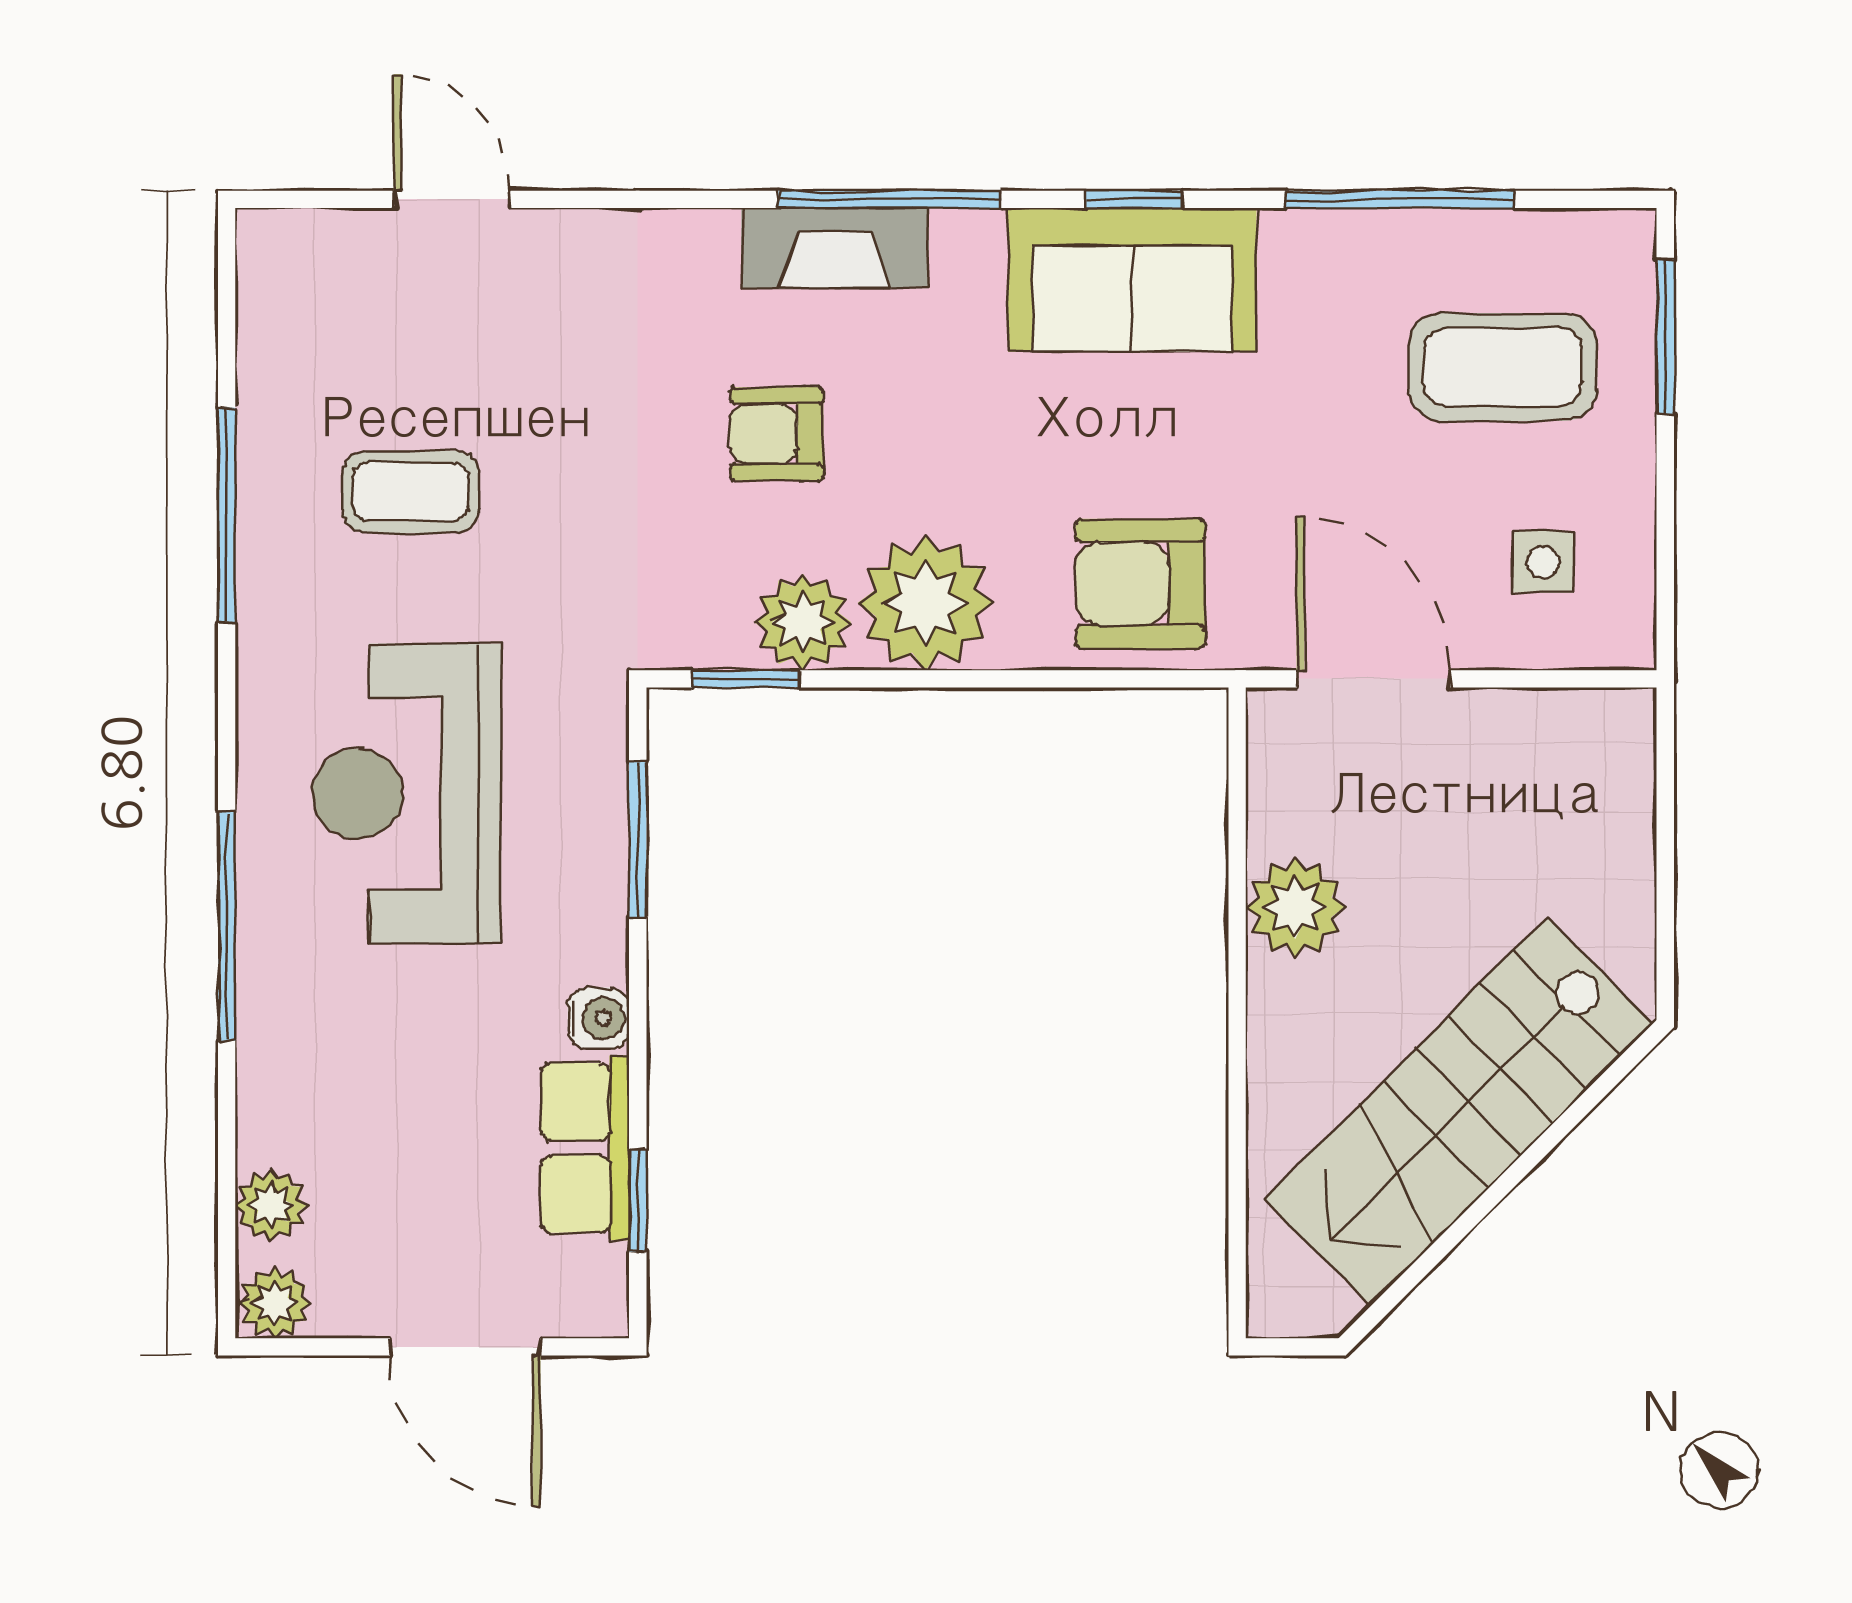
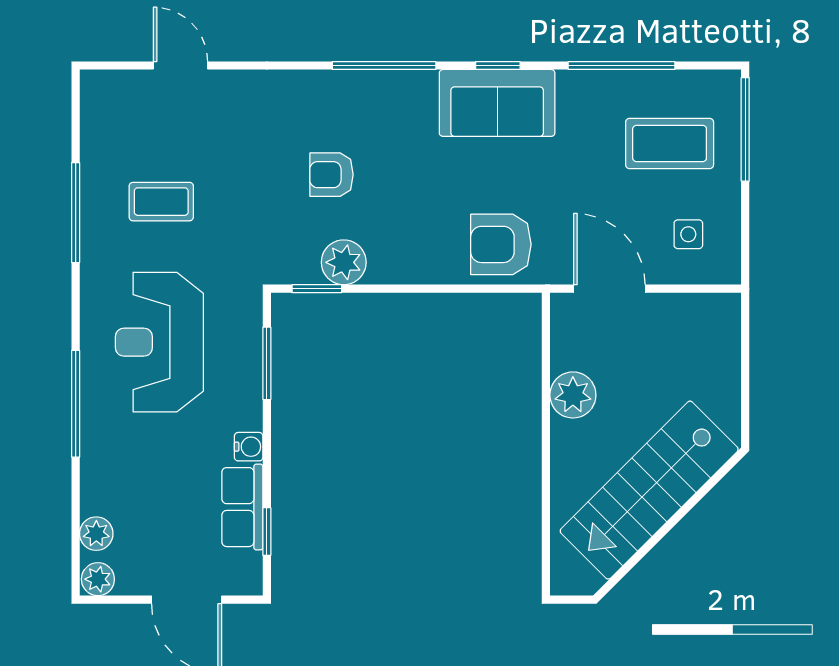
fireplace: (835, 248) -> (359, 88), removed
window: (1665, 337) -> (745, 129), width x1.44
plant: (925, 603) -> (401, 253), removed

